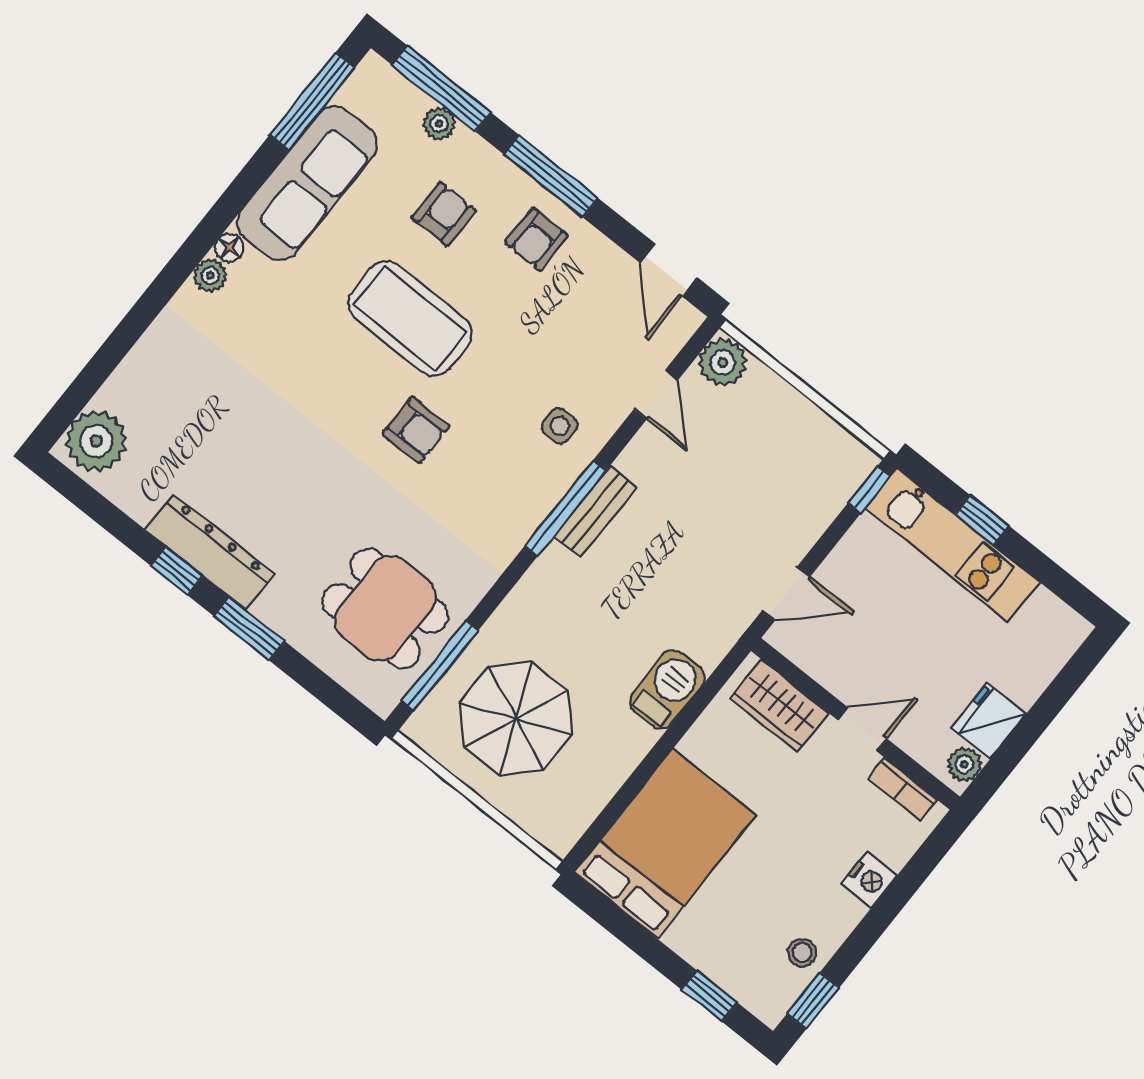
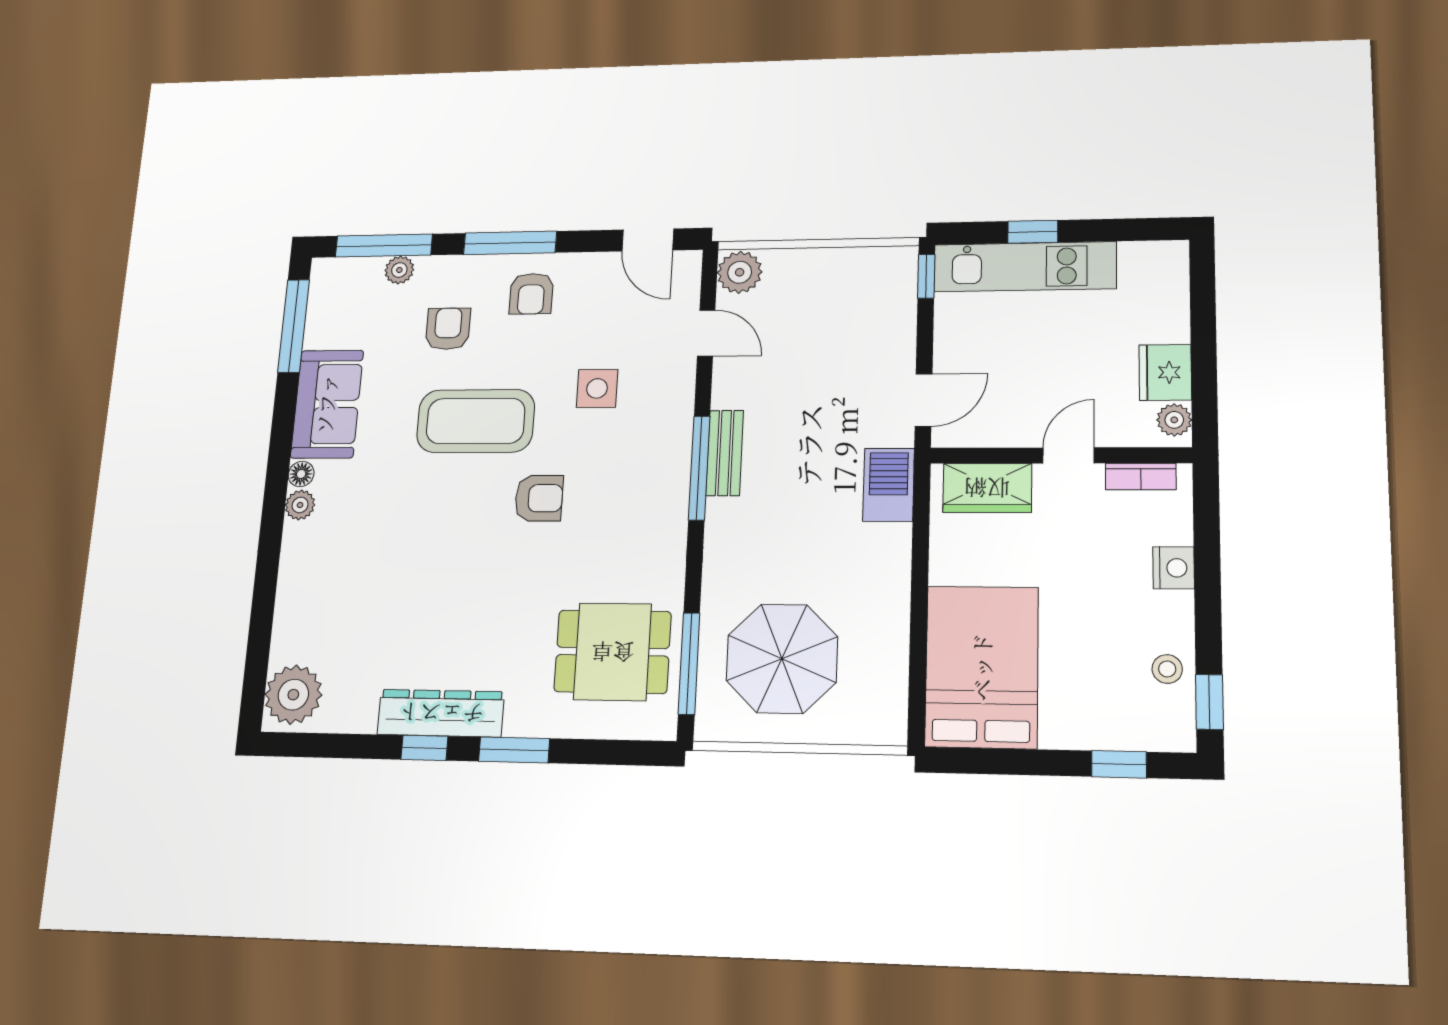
sofa: (307, 183) -> (327, 404), width x0.73
side table: (560, 426) -> (597, 388), moved, width x1.37, depth x1.37
barbecue: (667, 690) -> (889, 485), moved

